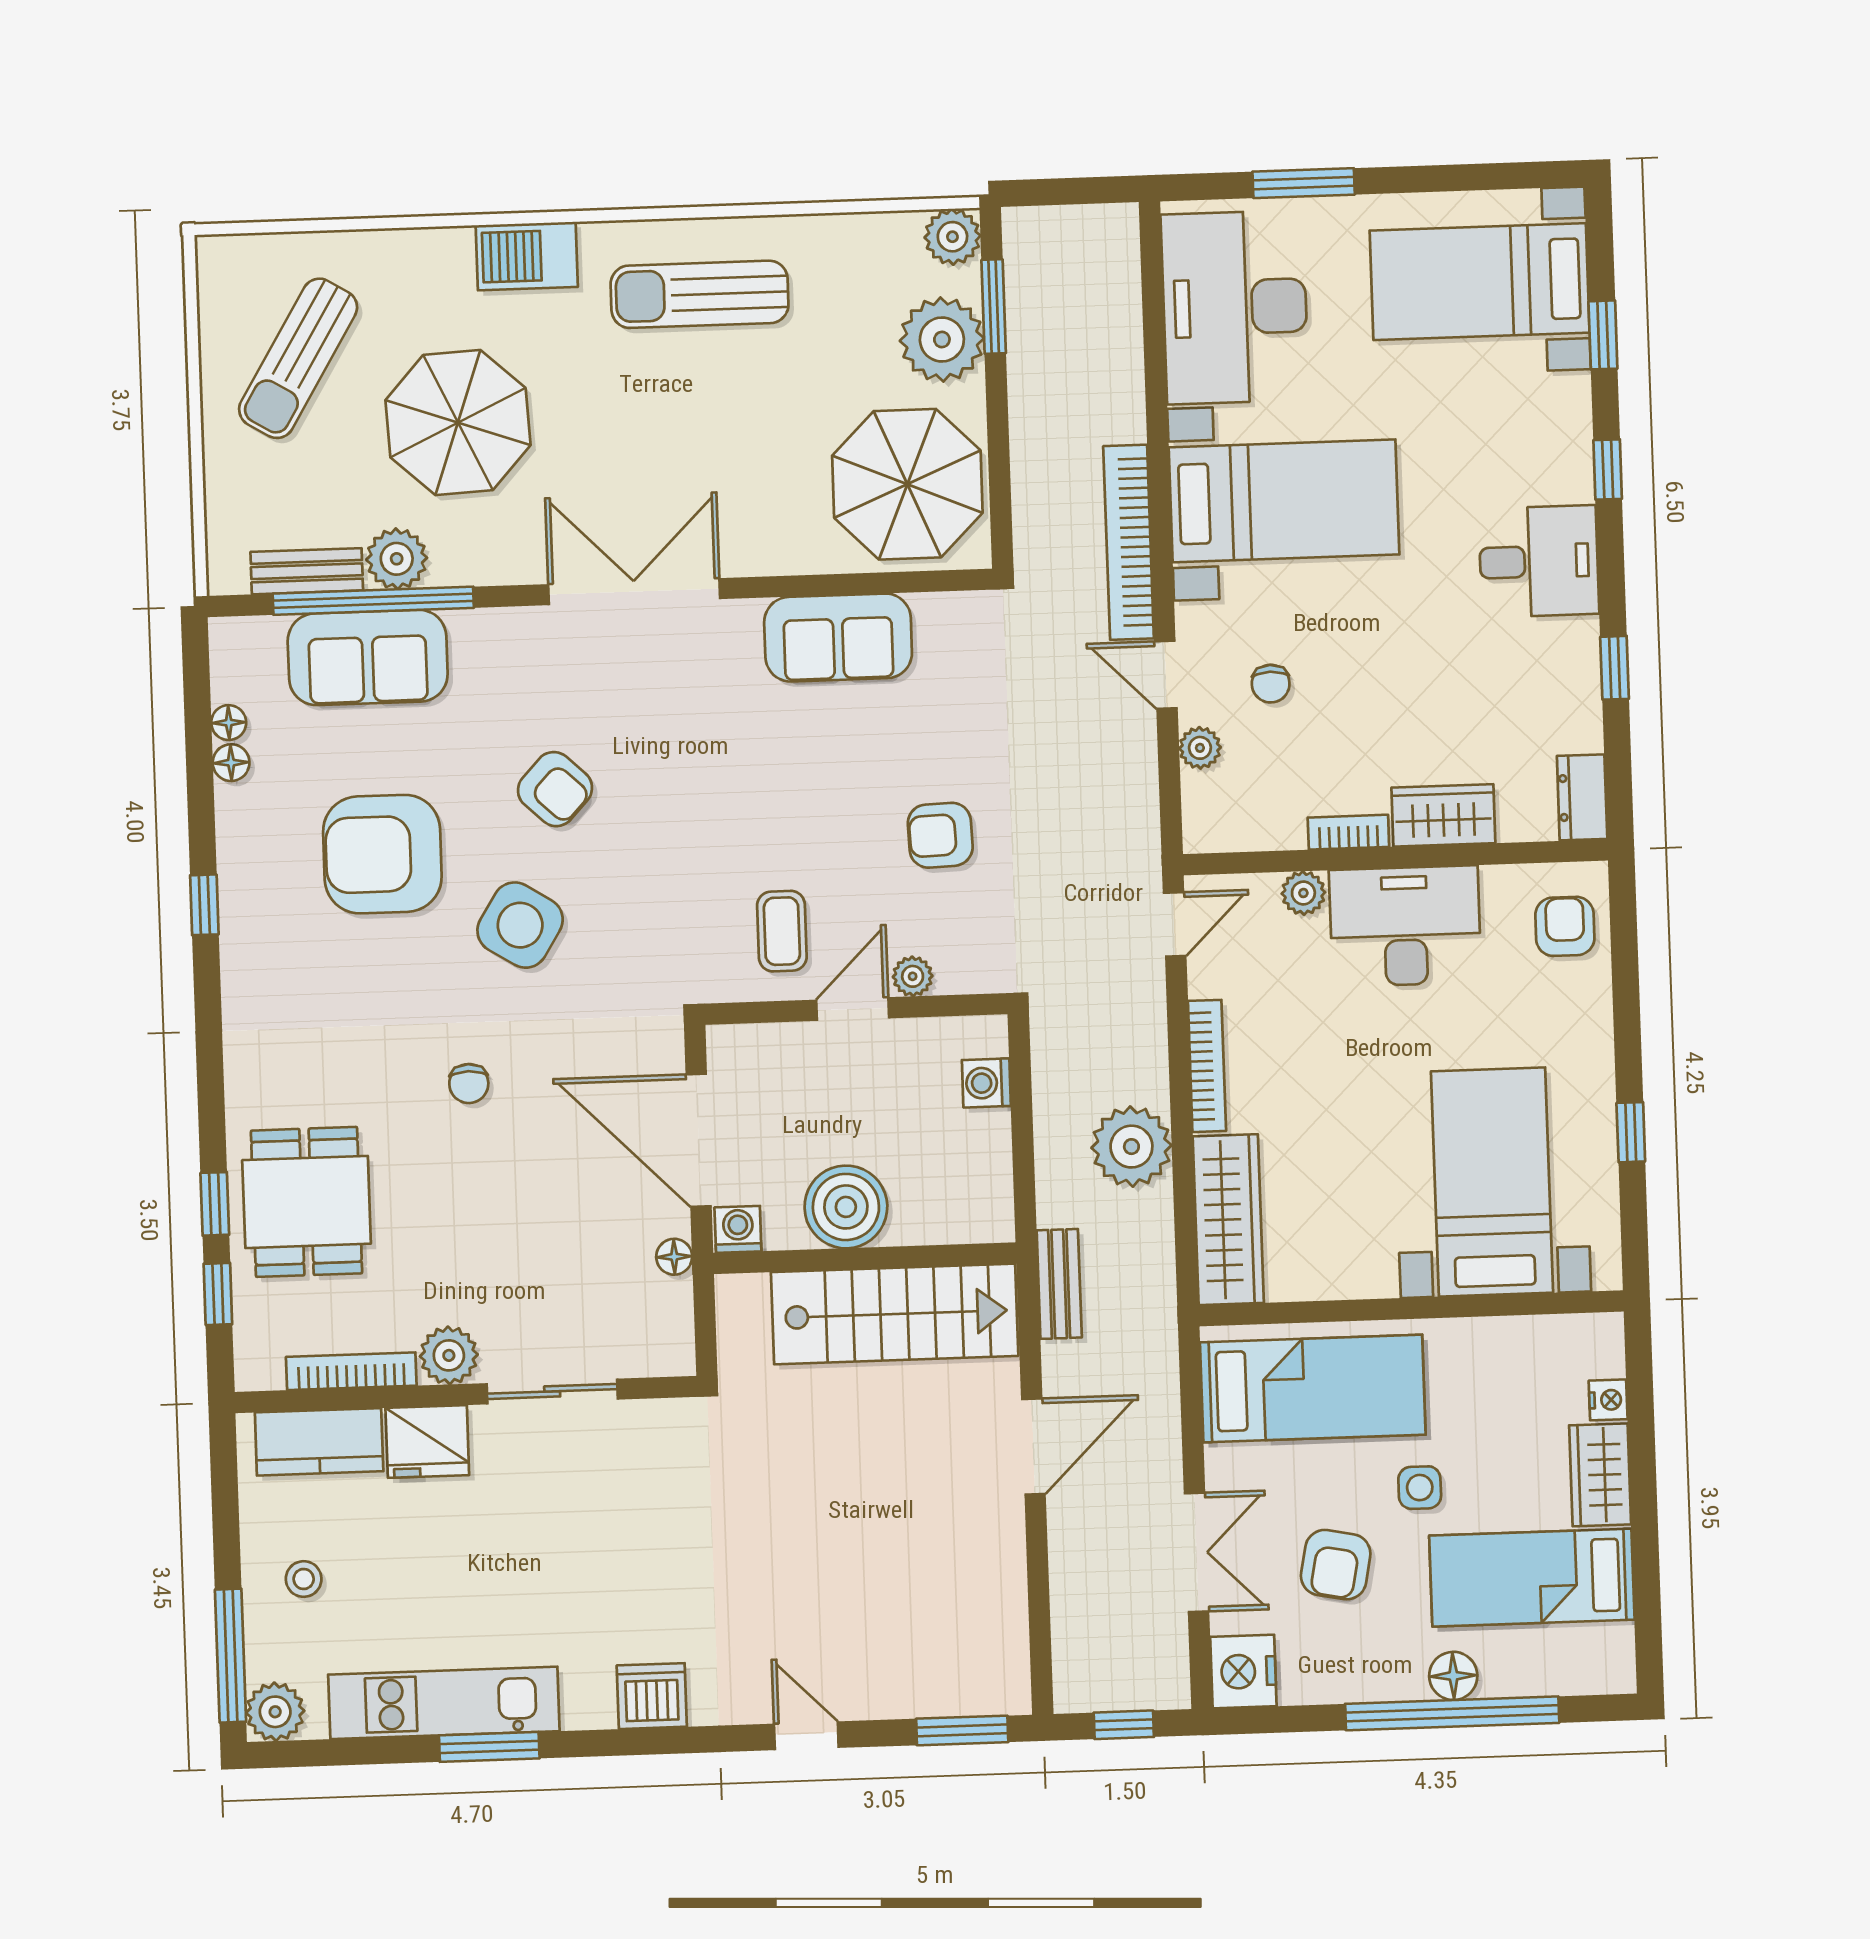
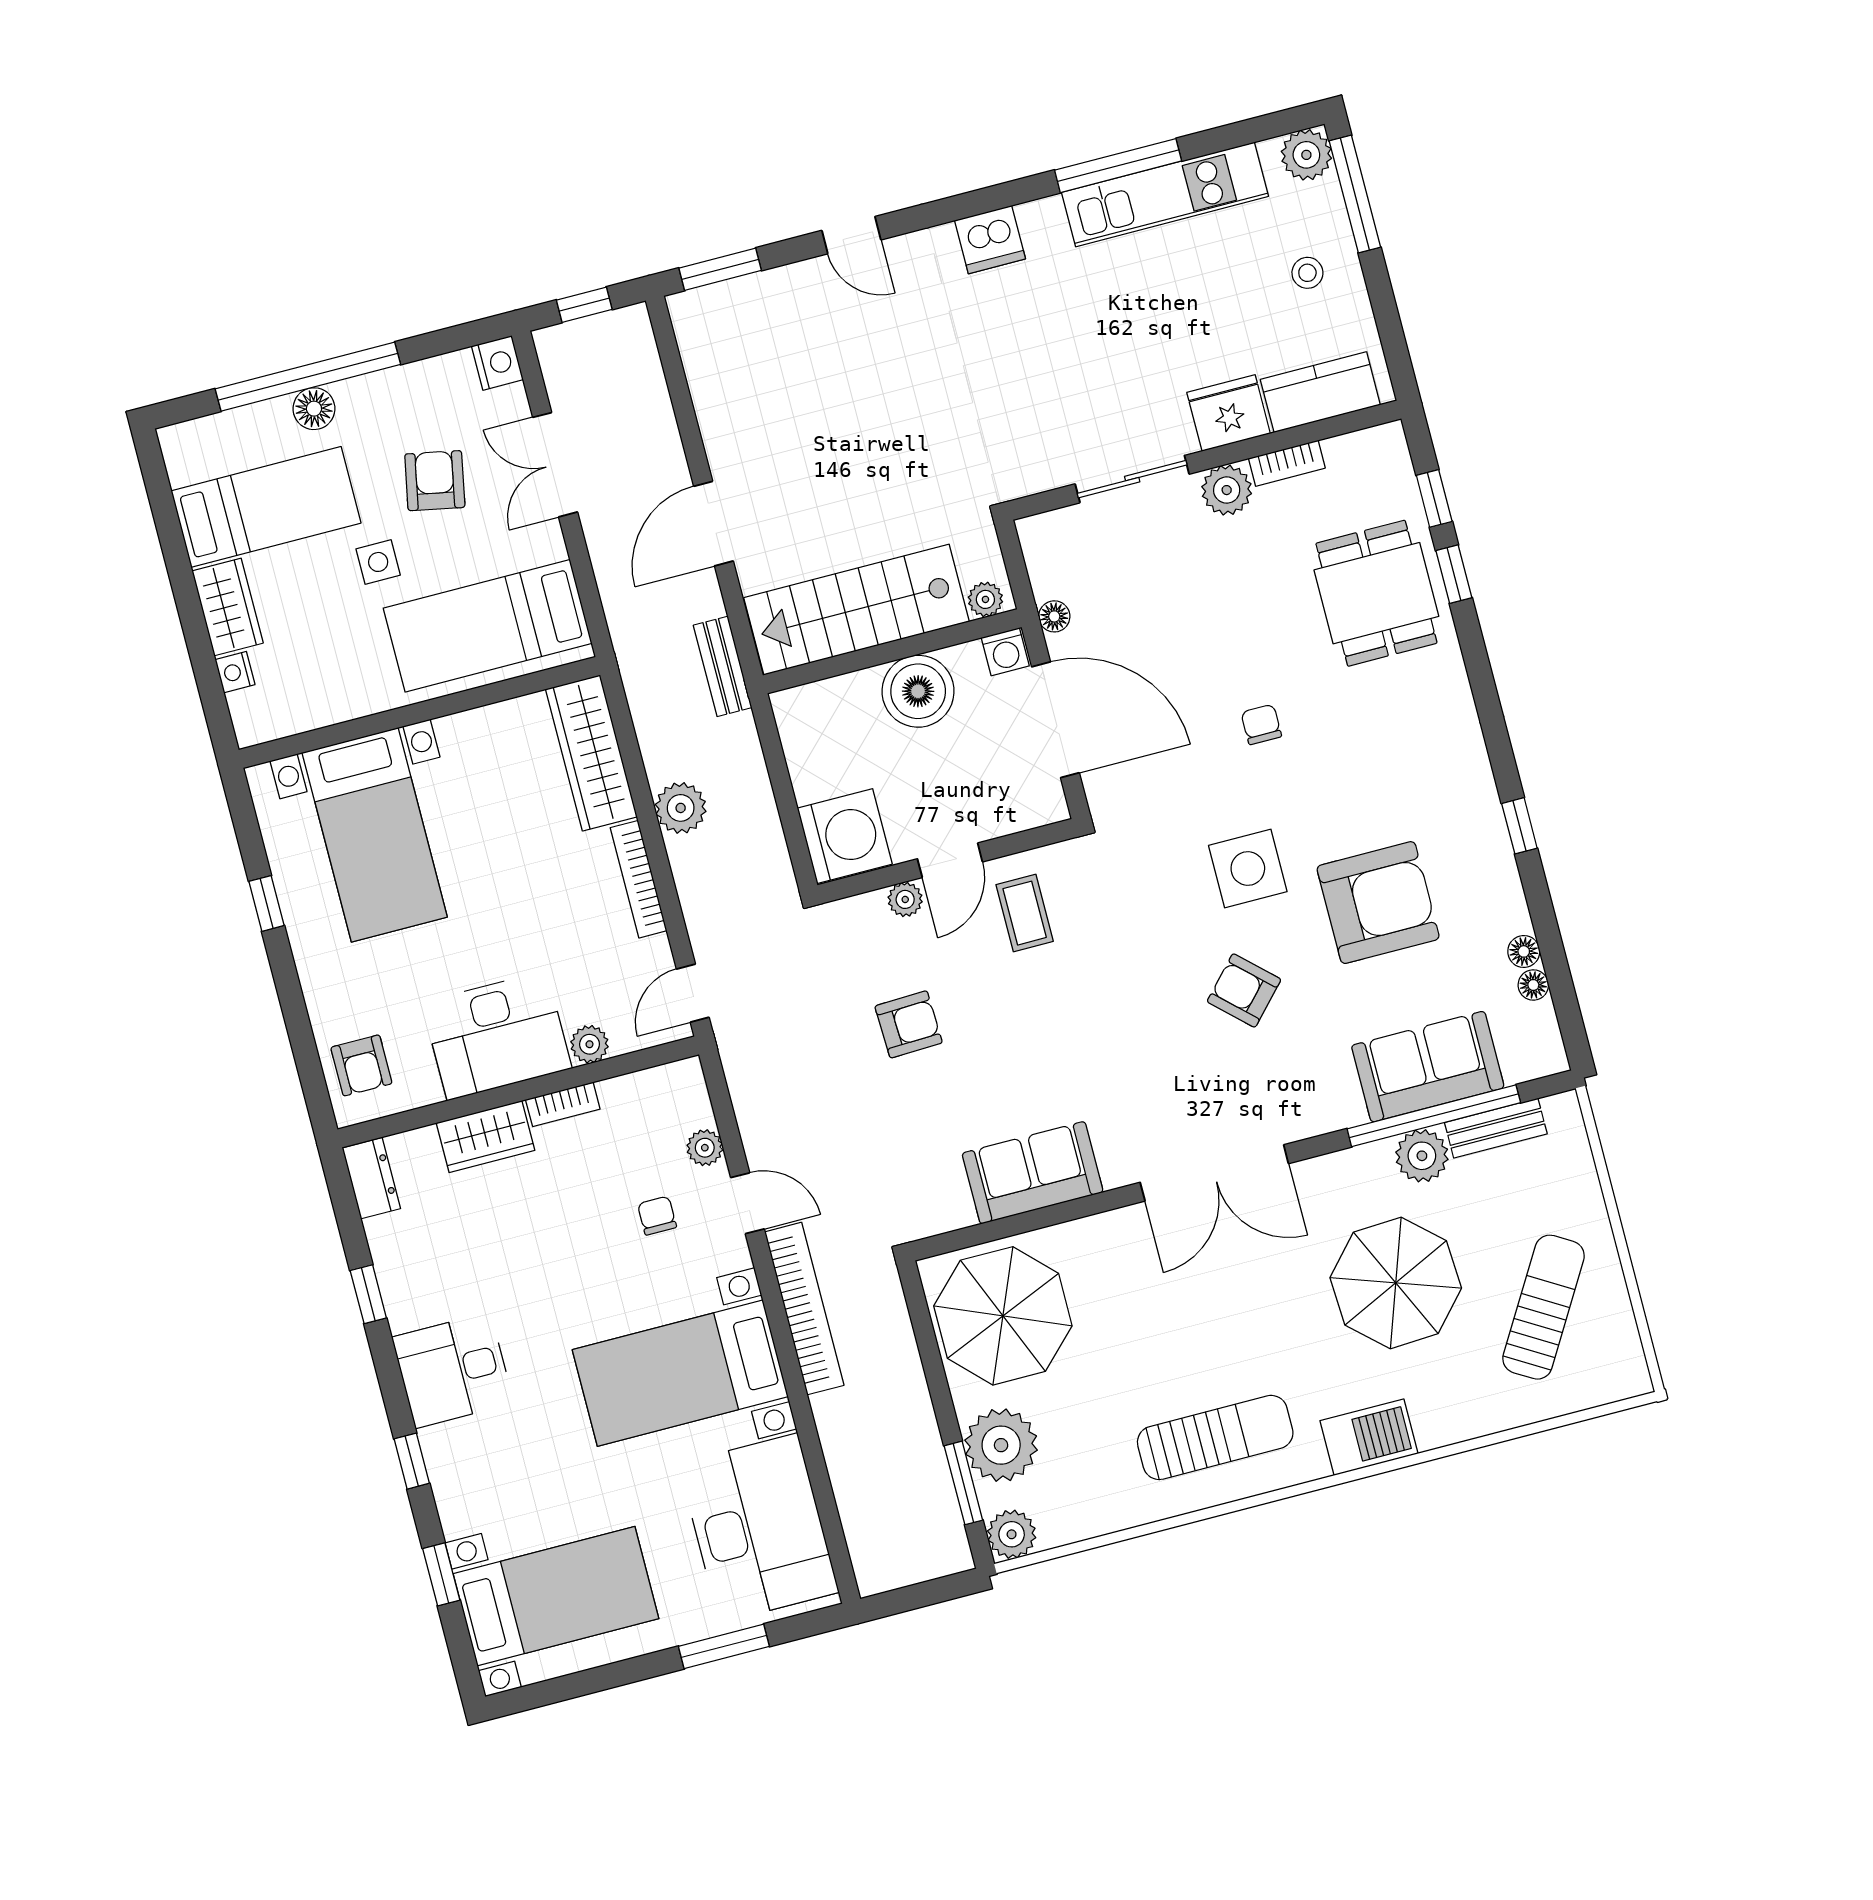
side table: (520, 925) -> (1248, 868), turned -32
washing machine: (986, 1083) -> (845, 836), width x1.89, depth x1.89
plant: (1131, 1147) -> (681, 808), width x0.73, depth x0.73
plant: (747, 1293) -> (985, 599), added
bookcase: (351, 1371) -> (1287, 463), width x0.64
nightstand: (1243, 1672) -> (497, 363), width x0.74, depth x0.75
window: (489, 1747) -> (1118, 166), width x1.44

